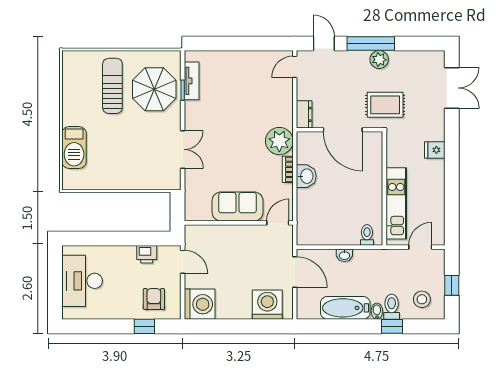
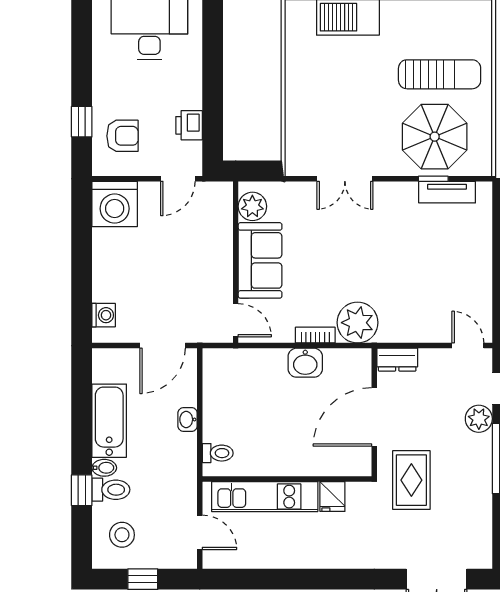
plant: (379, 60) -> (479, 419), moved
fridge: (435, 150) -> (332, 497), moved, turned 180
plant: (201, 212) -> (252, 206), added
washing machine: (267, 305) -> (104, 315), width x0.53, depth x0.53

